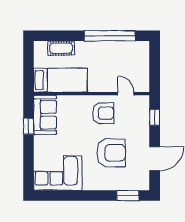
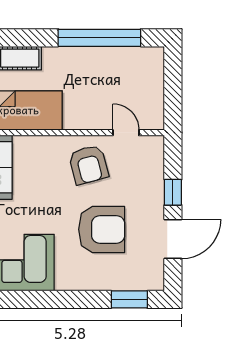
armchair: (103, 113) -> (88, 165), turned 75
window: (155, 117) -> (173, 192), moved

